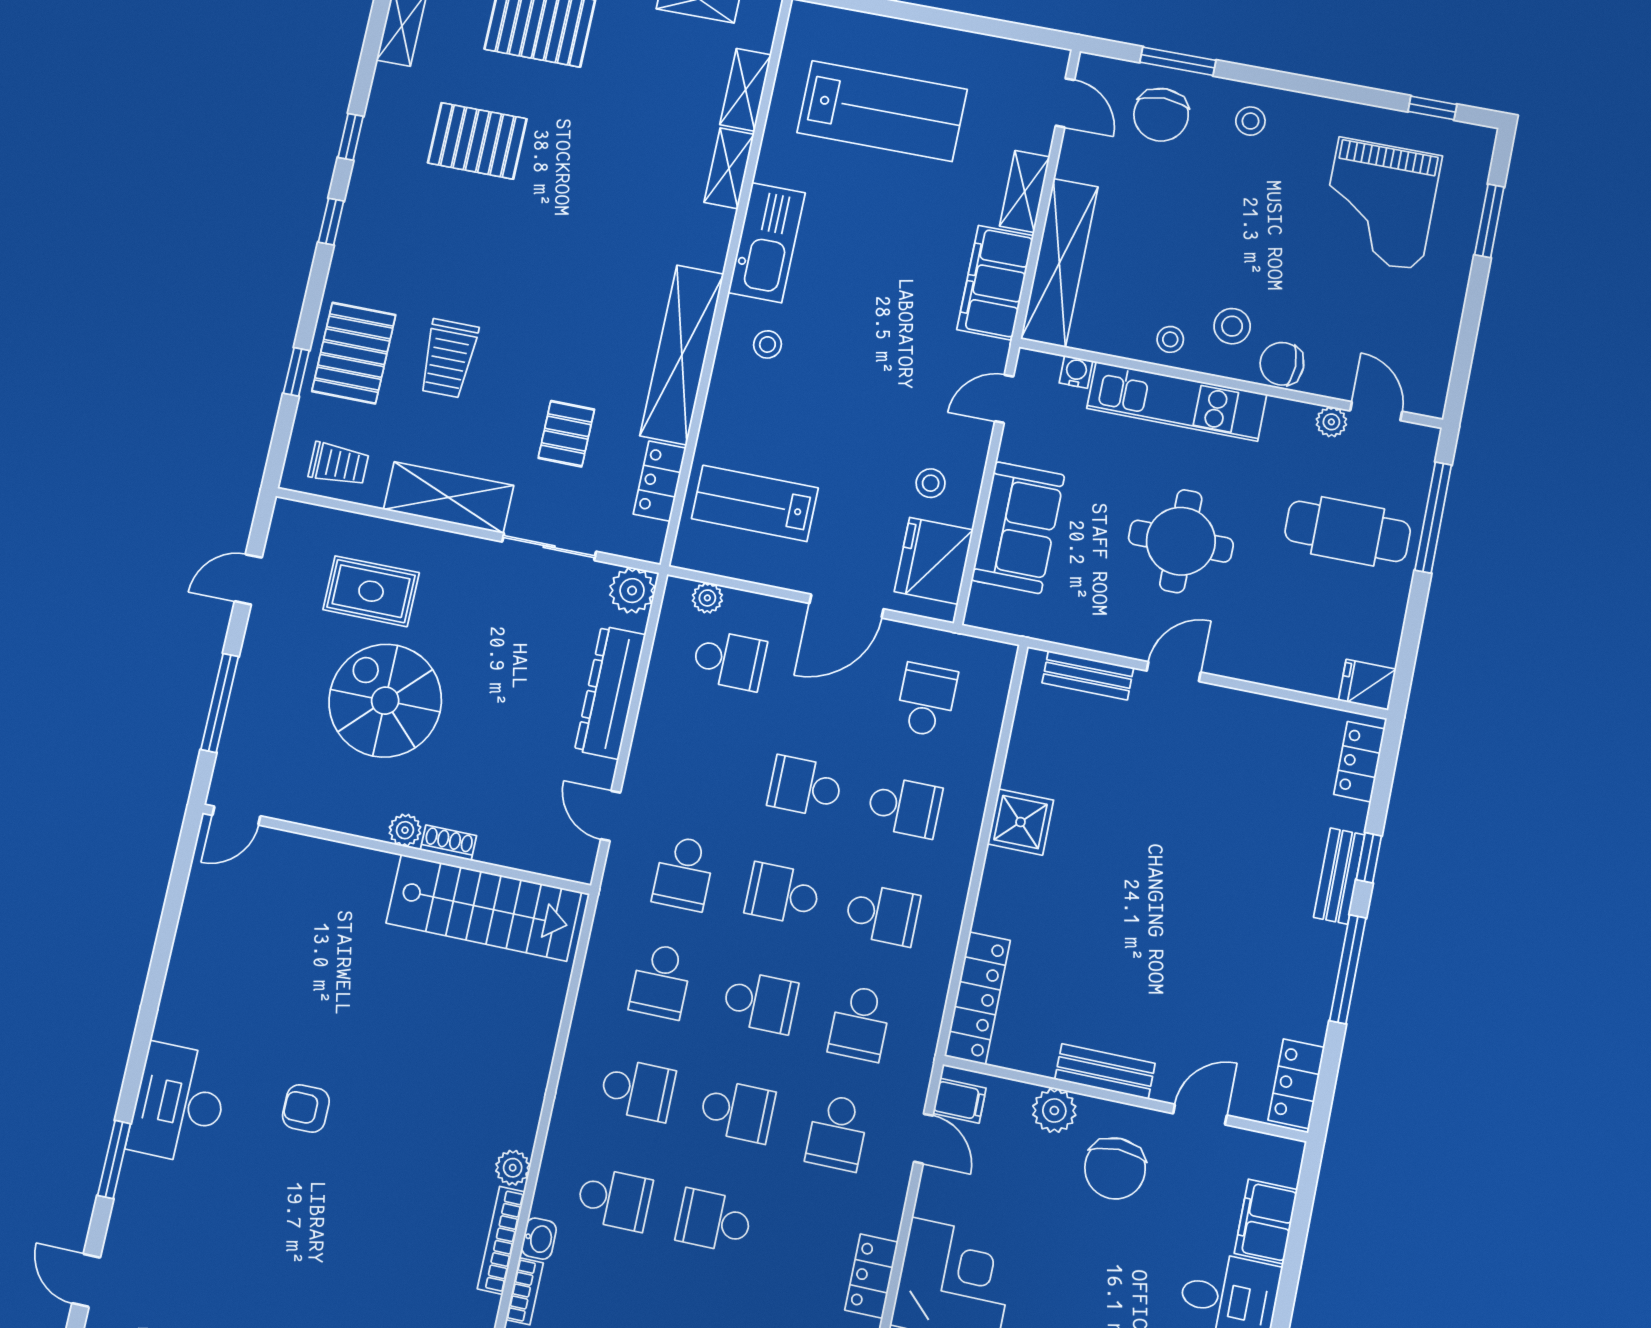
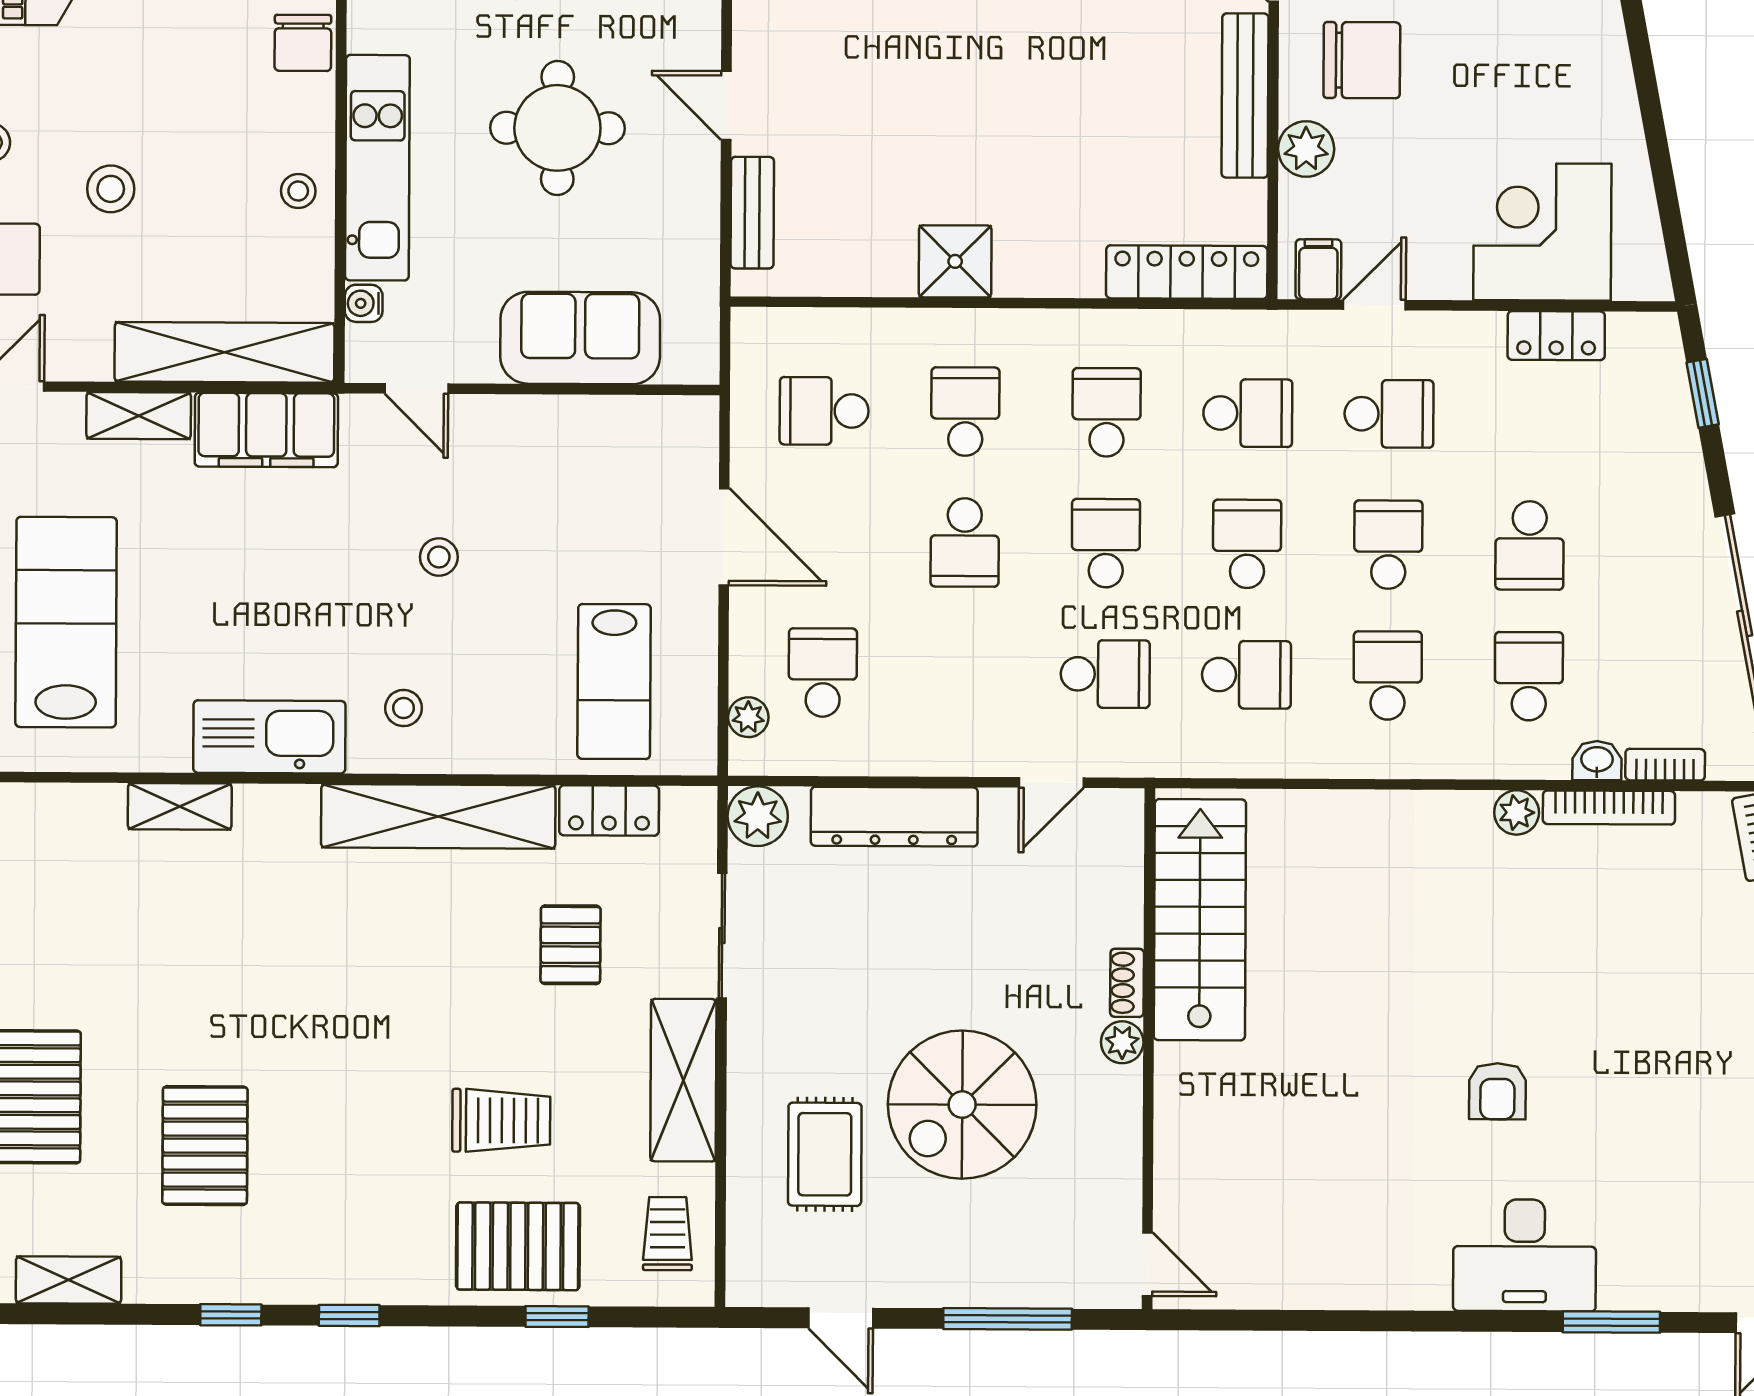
shelving: (746, 90) -> (71, 807), removed
stool: (1232, 326) -> (111, 189), moved
pallet: (566, 434) -> (571, 945), turned 90
stool: (931, 483) -> (439, 557), moved
fridge: (934, 561) -> (644, 437), removed
school desk: (783, 894) -> (1106, 543), turned 180
bench: (1105, 1071) -> (1245, 96), width x1.36

